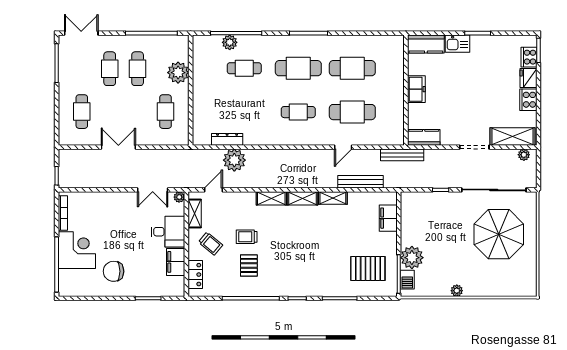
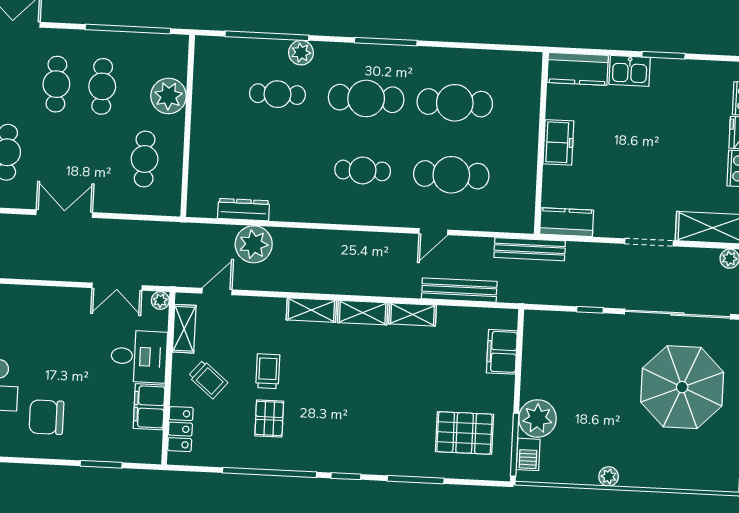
plant: (230, 42) -> (301, 53), moved
trolley: (247, 237) -> (268, 371), turned 90

